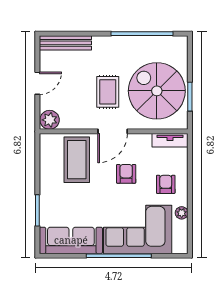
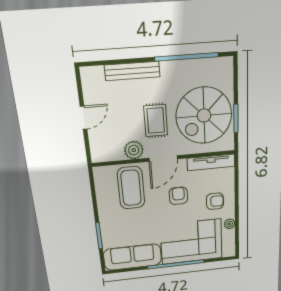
bench: (65, 43) -> (132, 71), moved
spiral stairs: (157, 91) -> (204, 116), turned -90
plant: (50, 120) -> (134, 150), moved
tv unit: (170, 140) -> (211, 162), width x1.41
armchair: (166, 184) -> (215, 201), turned 90

